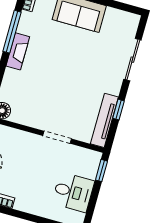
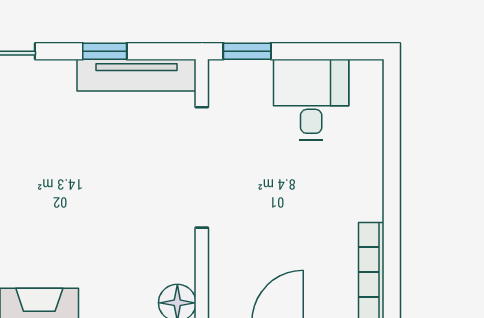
doorway: (57, 137) -> (202, 167), width x1.88

